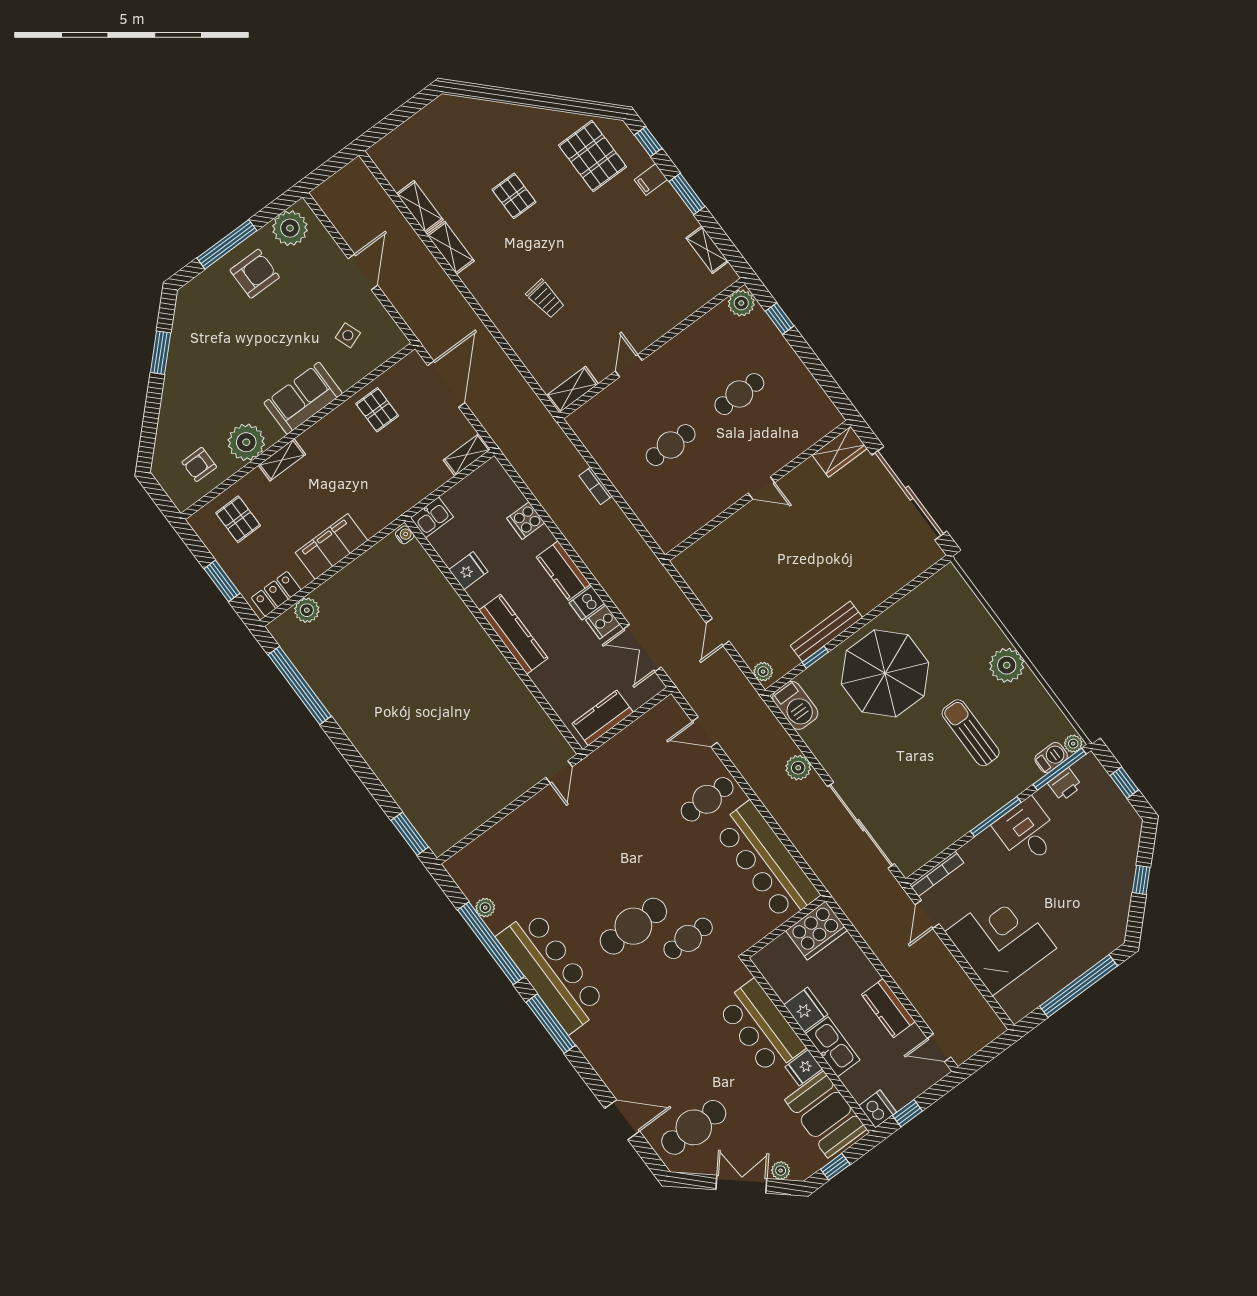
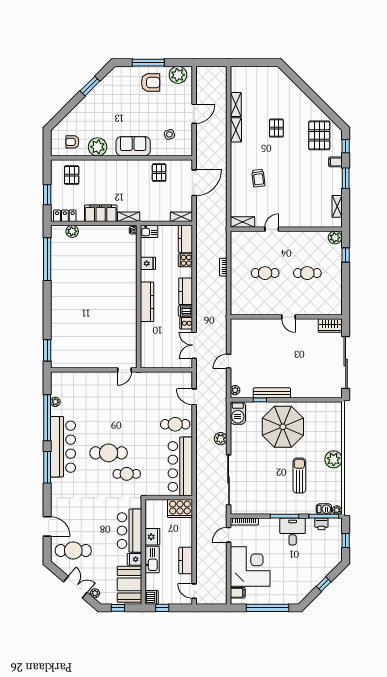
shelving: (282, 460) -> (129, 217), moved
kitchen counter: (603, 718) -> (185, 239), moved, turned -90
filing cabinet: (1012, 998) -> (238, 593), added

